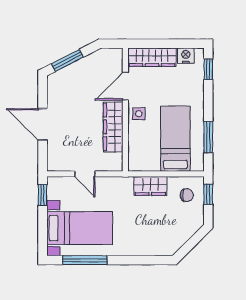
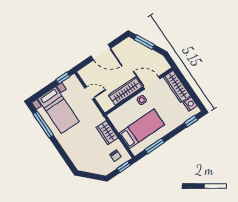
door: (43, 124) -> (101, 52), swing flipped
door: (85, 174) -> (90, 93), swing flipped

